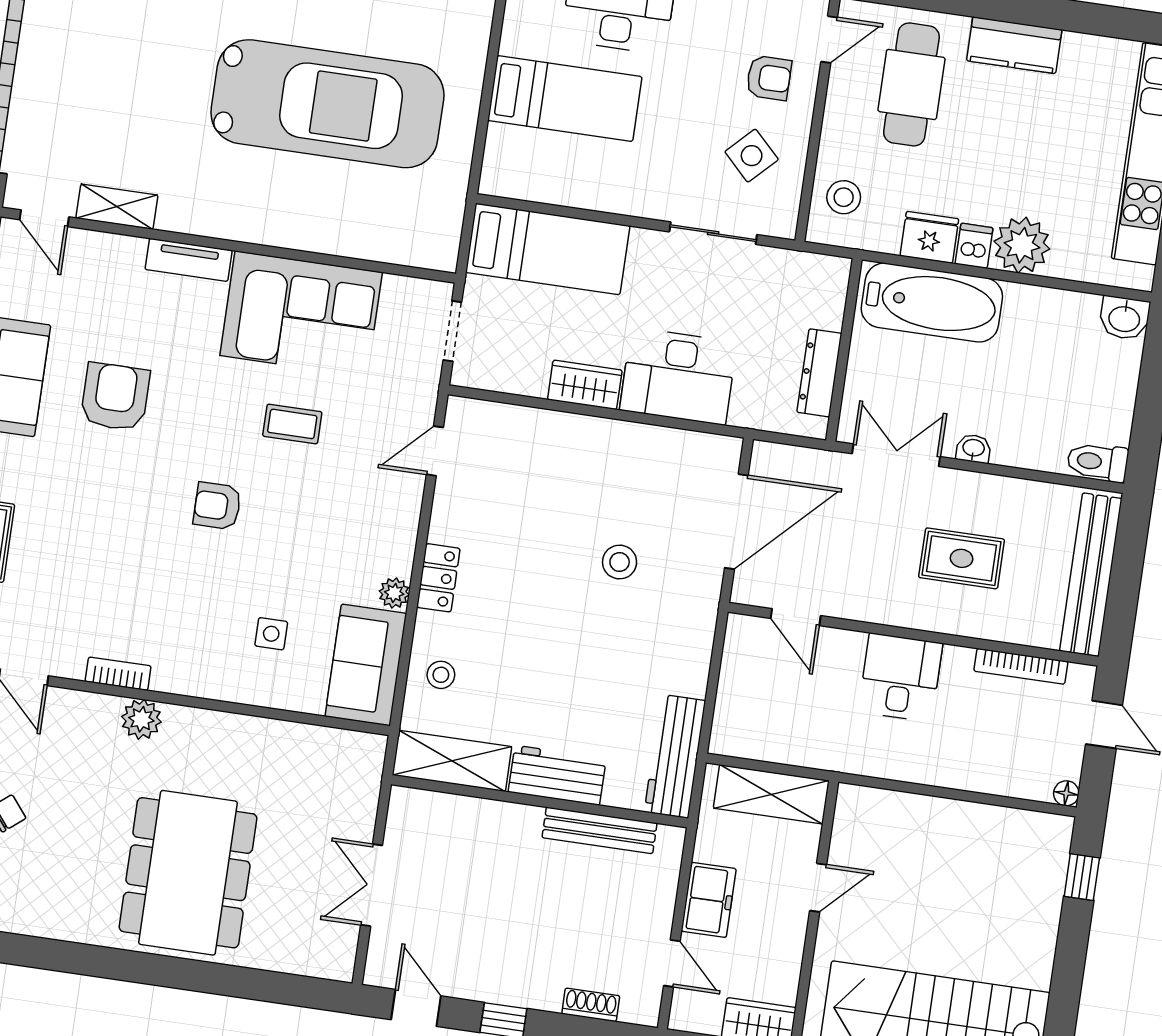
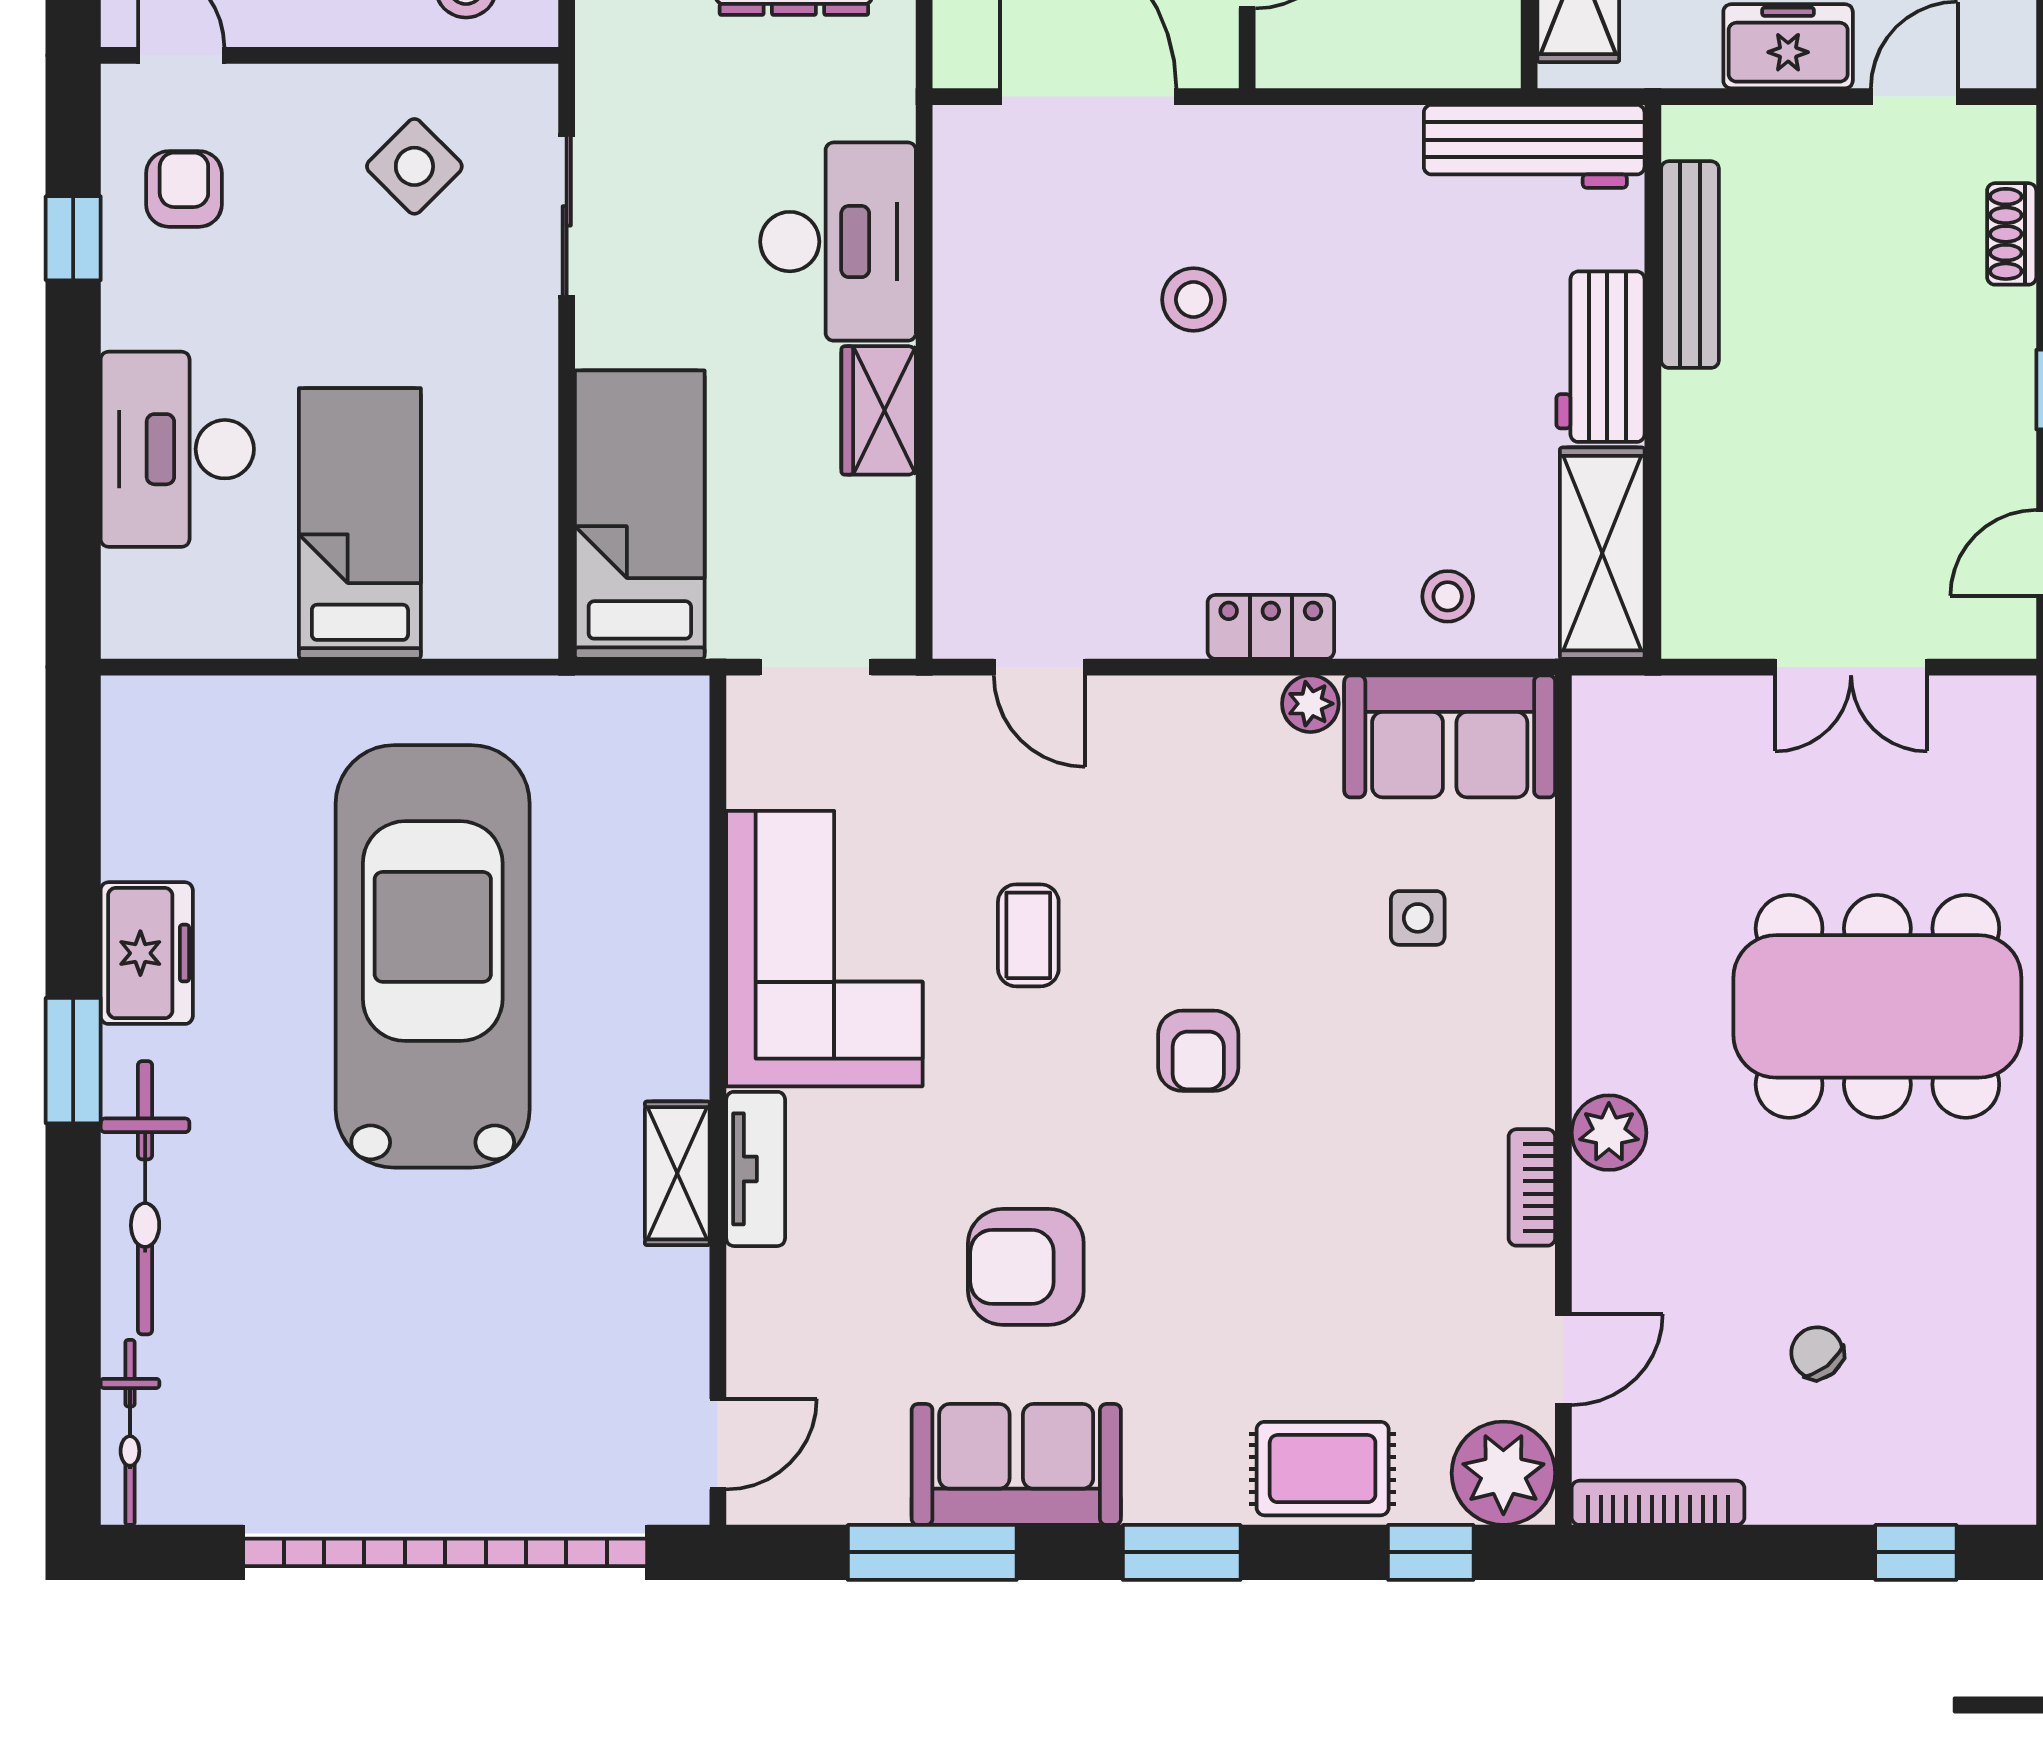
armchair: (769, 78) -> (184, 189), moved
shelving: (117, 207) -> (677, 1173), moved

